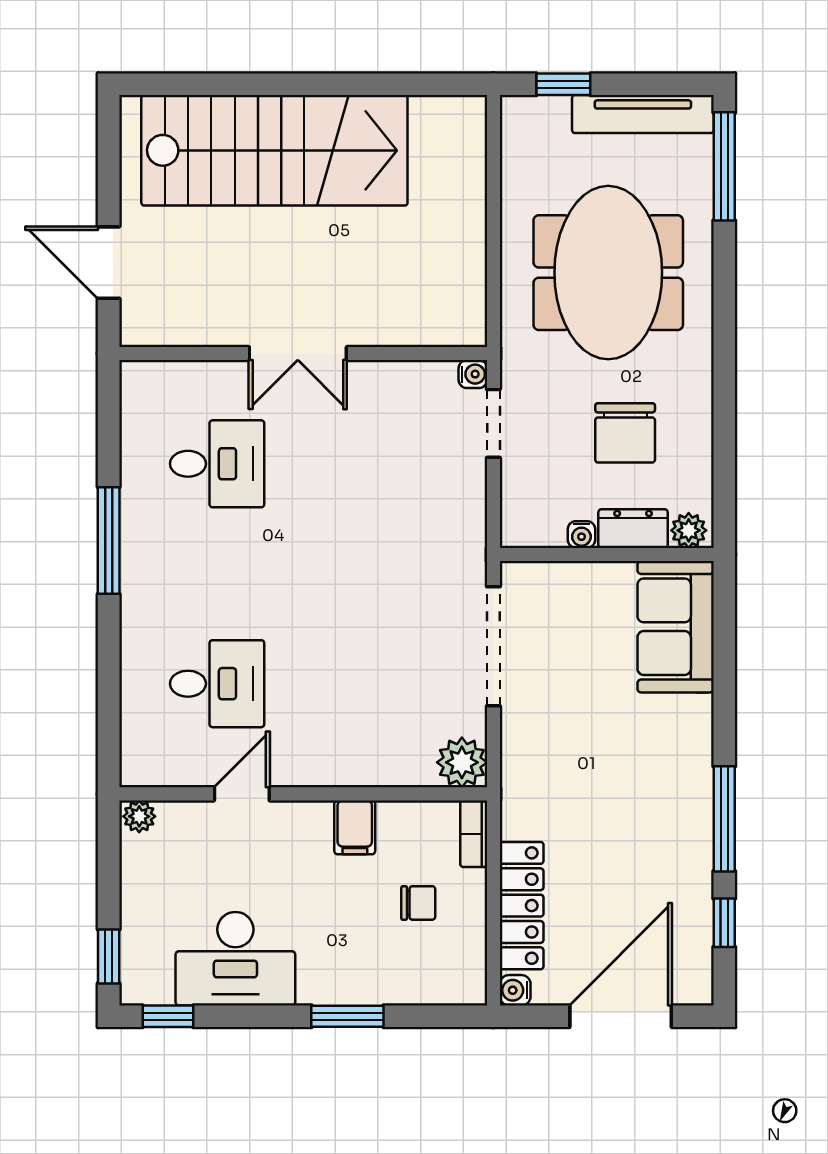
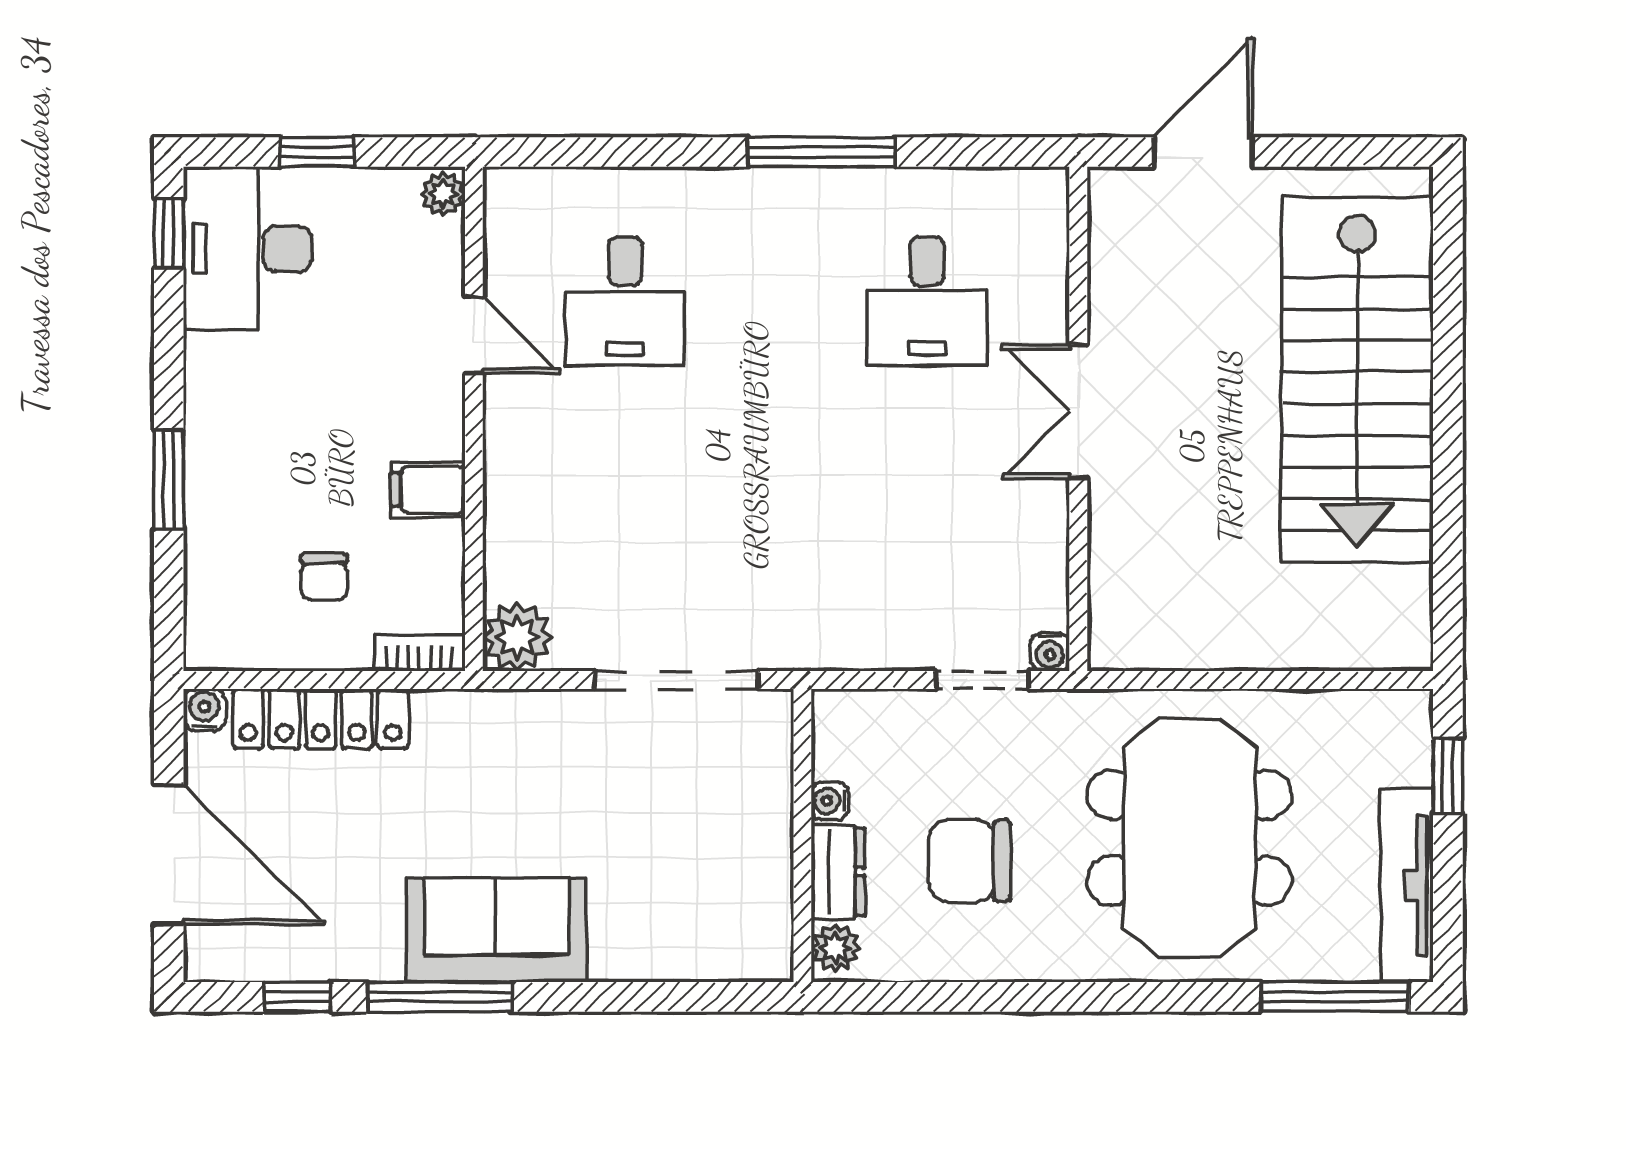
meeting table: (608, 273) -> (1189, 838), turned 90
sofa: (676, 627) -> (496, 930), moved
window: (109, 956) -> (317, 152), moved
desk: (235, 959) -> (248, 249), moved

